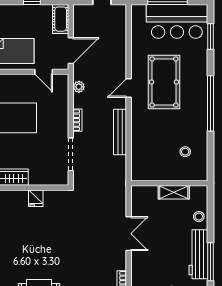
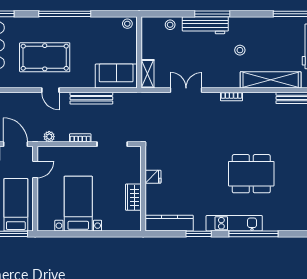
stool: (185, 152) -> (127, 24), moved
sofa: (144, 159) -> (116, 76), added
shelving: (174, 192) -> (148, 74), moved

